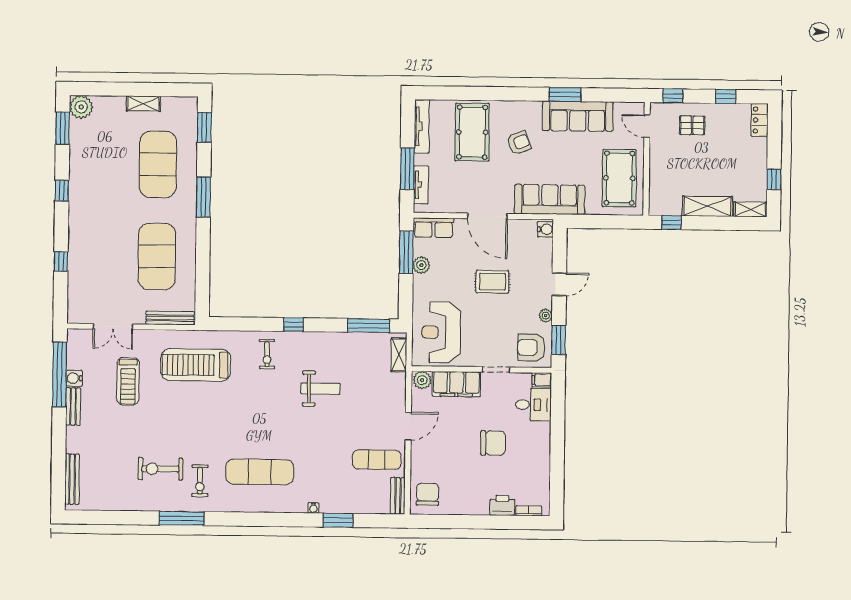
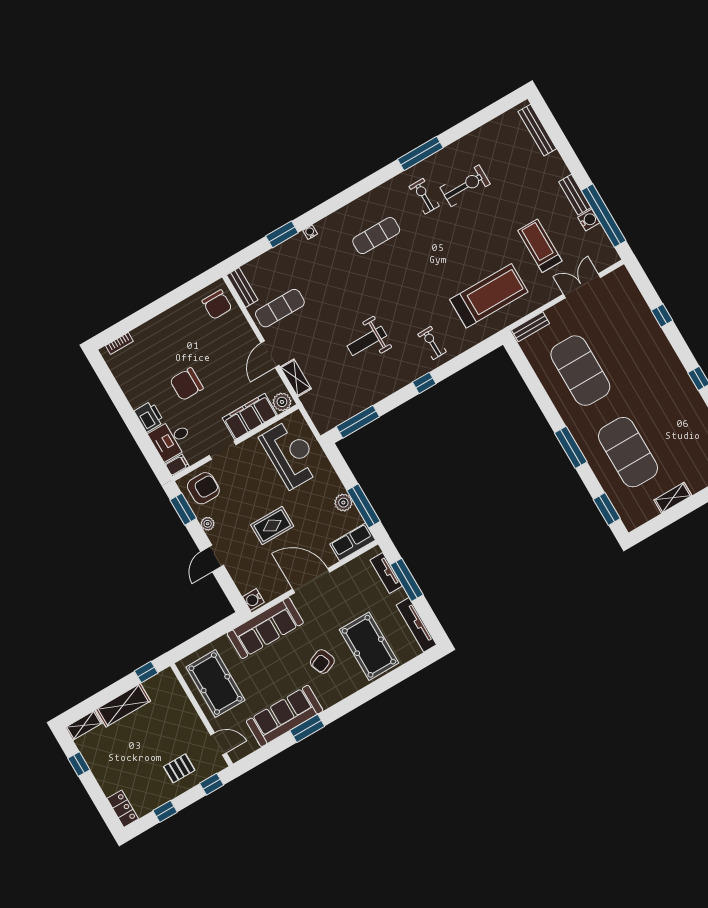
bench: (170, 318) -> (531, 327), width x0.73
shelving: (399, 355) -> (296, 378), moved
exercise mat: (260, 472) -> (376, 236), width x0.73, depth x0.69
printer: (502, 505) -> (149, 416), moved, turned -90

